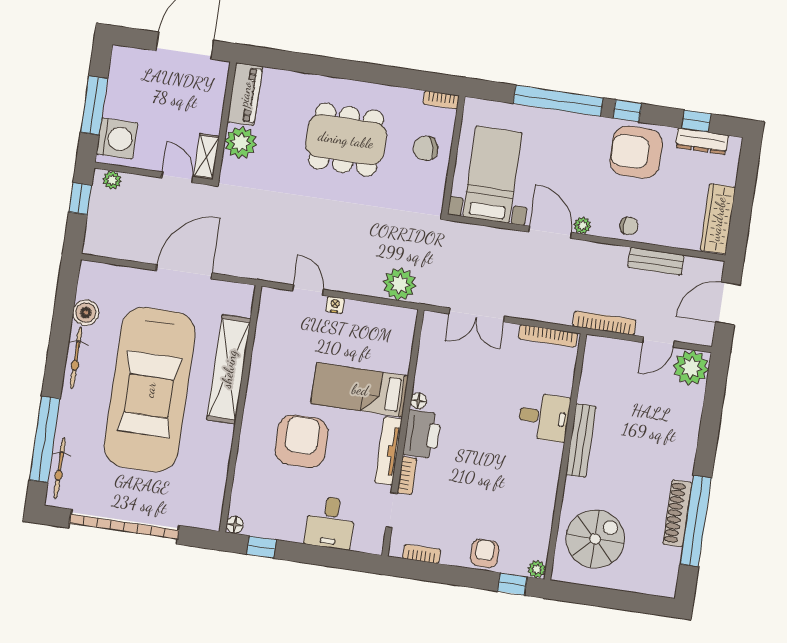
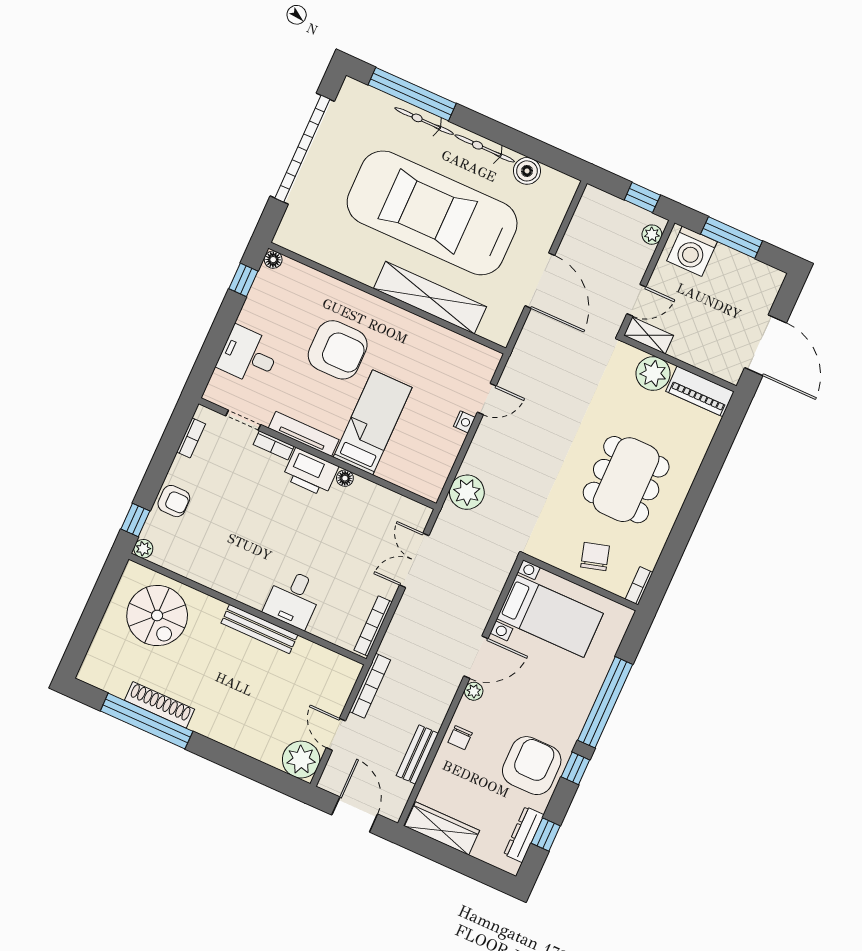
bicycle: (60, 468) -> (424, 121), moved

